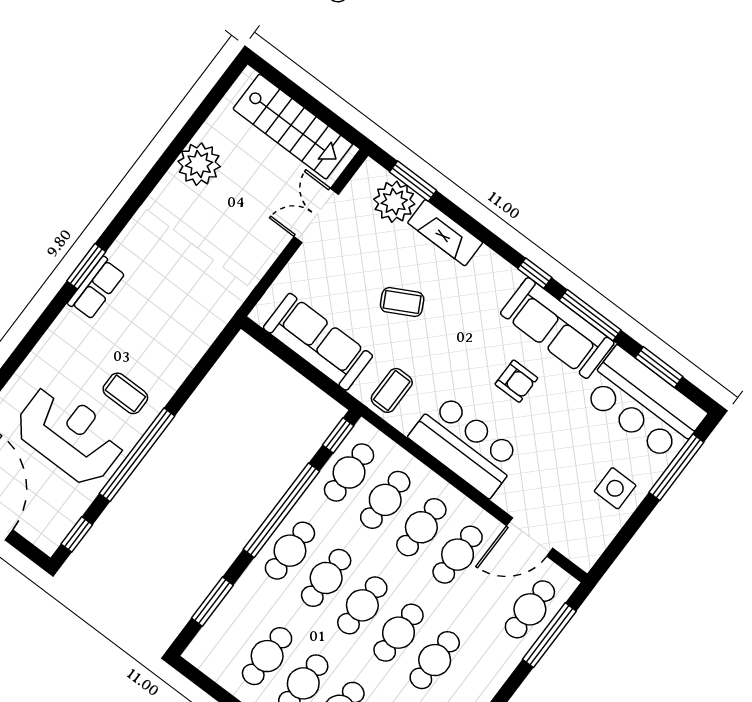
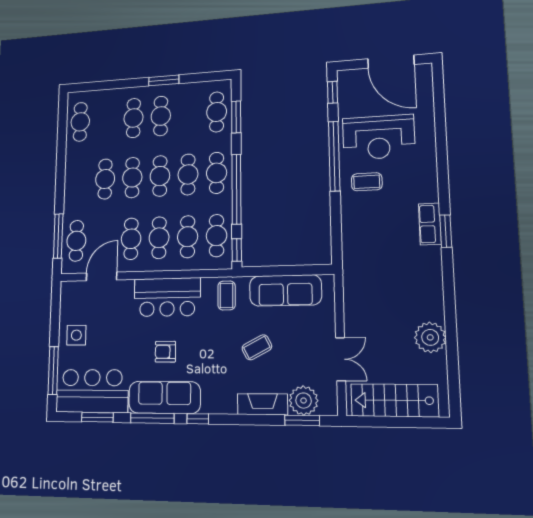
cafe table: (267, 656) -> (217, 112), moved

